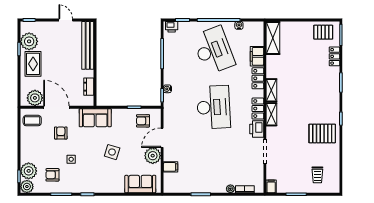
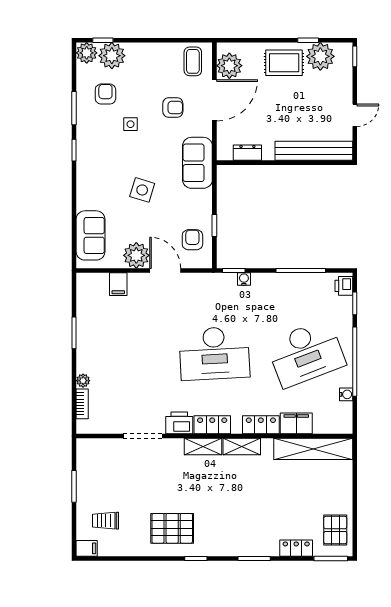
shelving: (273, 38) -> (313, 449), width x1.47
pallet: (322, 133) -> (172, 528), turned 90
filing cabinet: (271, 186) -> (87, 548), moved

